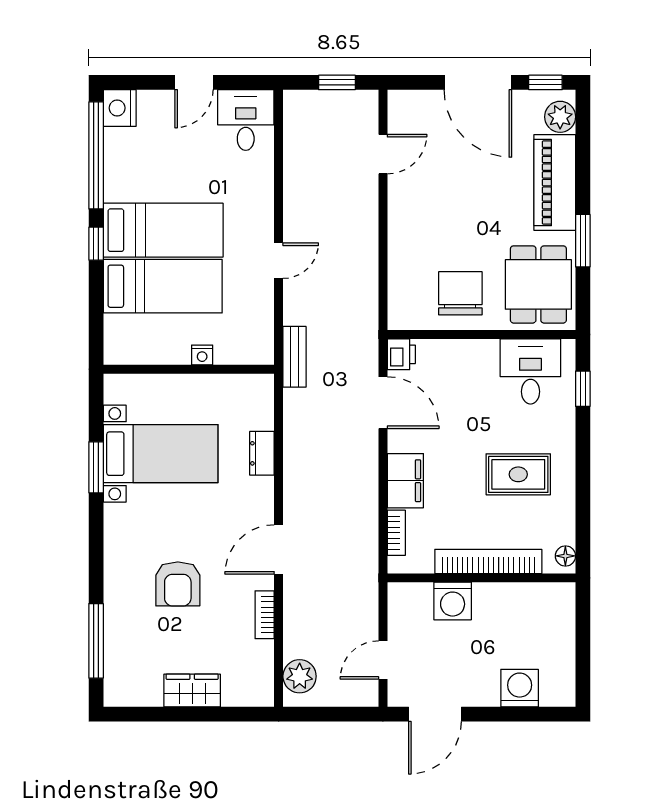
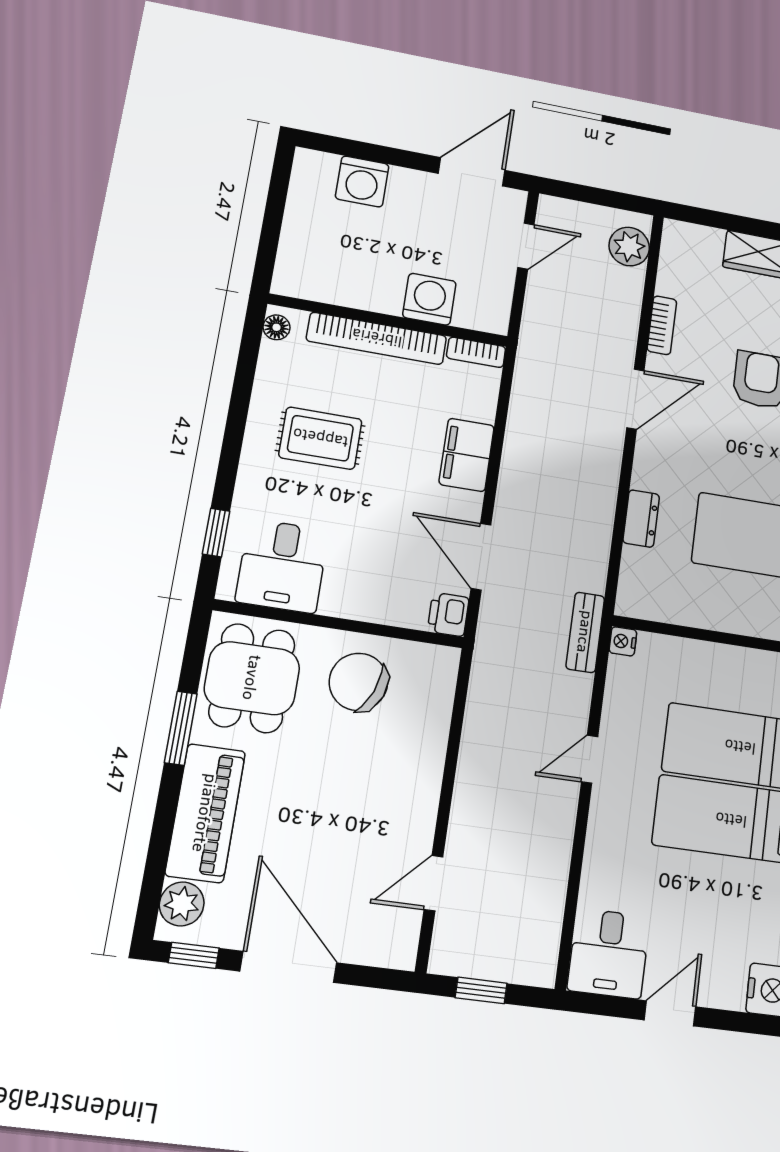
chair: (460, 293) -> (359, 682), turned 112
nightstand: (202, 355) -> (623, 641), moved, turned -90
bookcase: (396, 533) -> (476, 352), moved, turned -90

